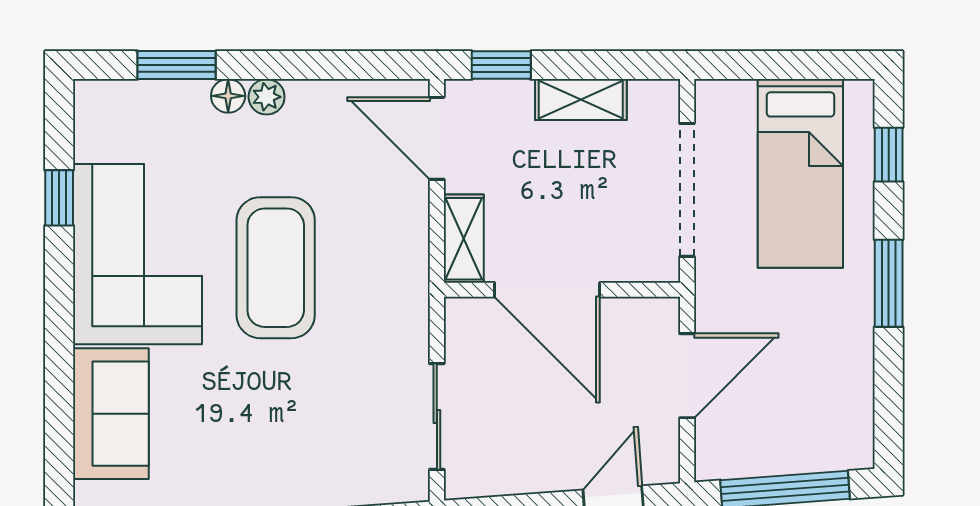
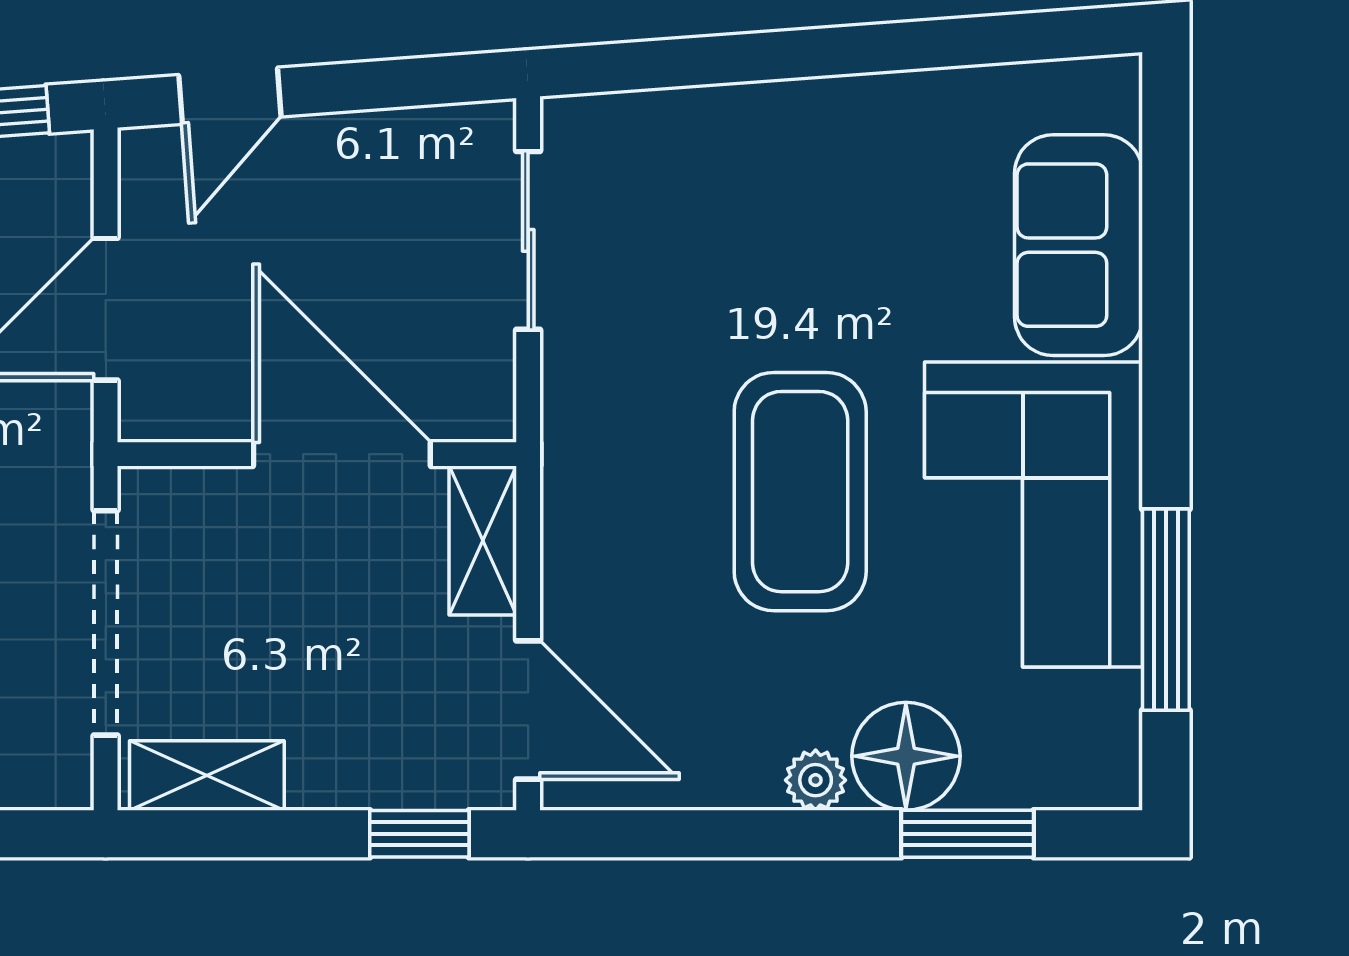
floor lamp: (228, 96) -> (906, 756), width x1.89, depth x1.89
shelving: (581, 100) -> (207, 776), moved
window: (59, 198) -> (1166, 610), width x2.17

